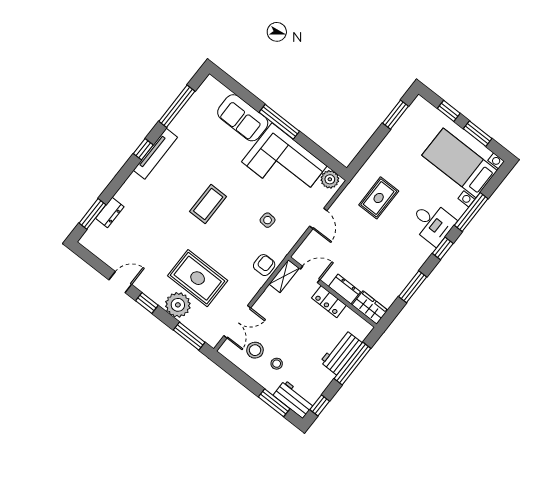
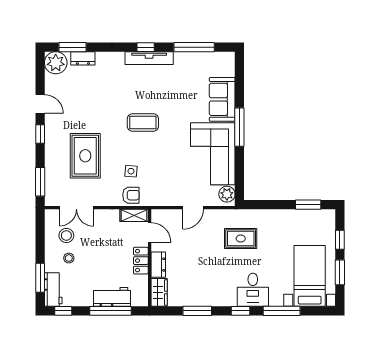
side table: (268, 220) -> (131, 171), moved
plant: (178, 305) -> (56, 63), moved

